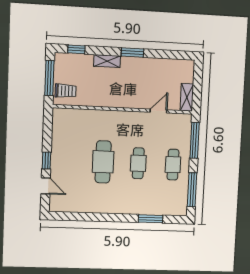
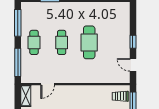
door: (46, 186) -> (133, 65), moved

